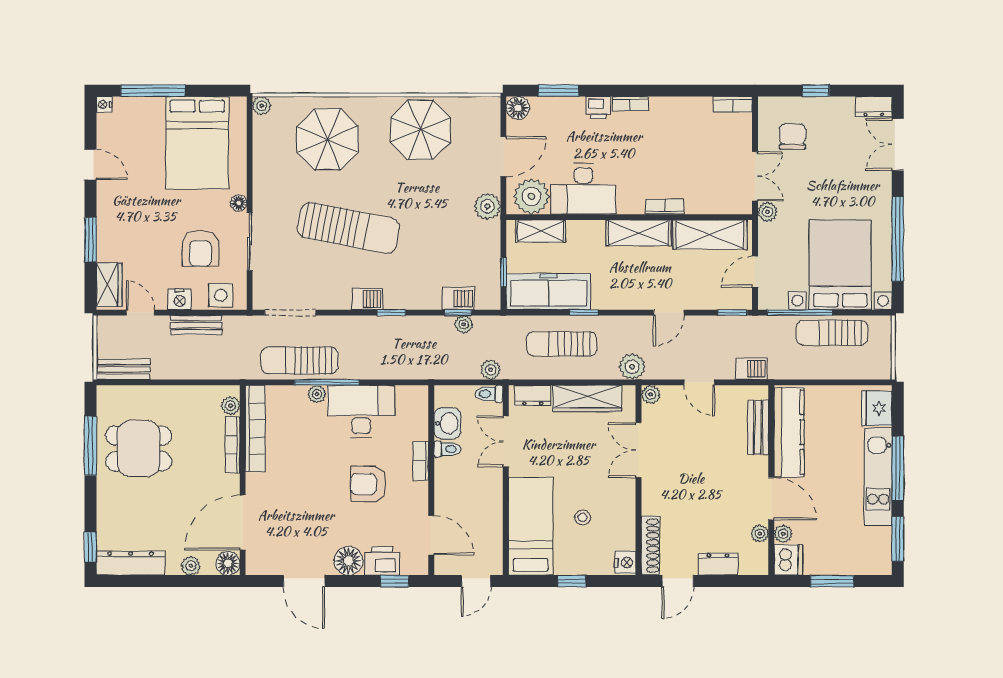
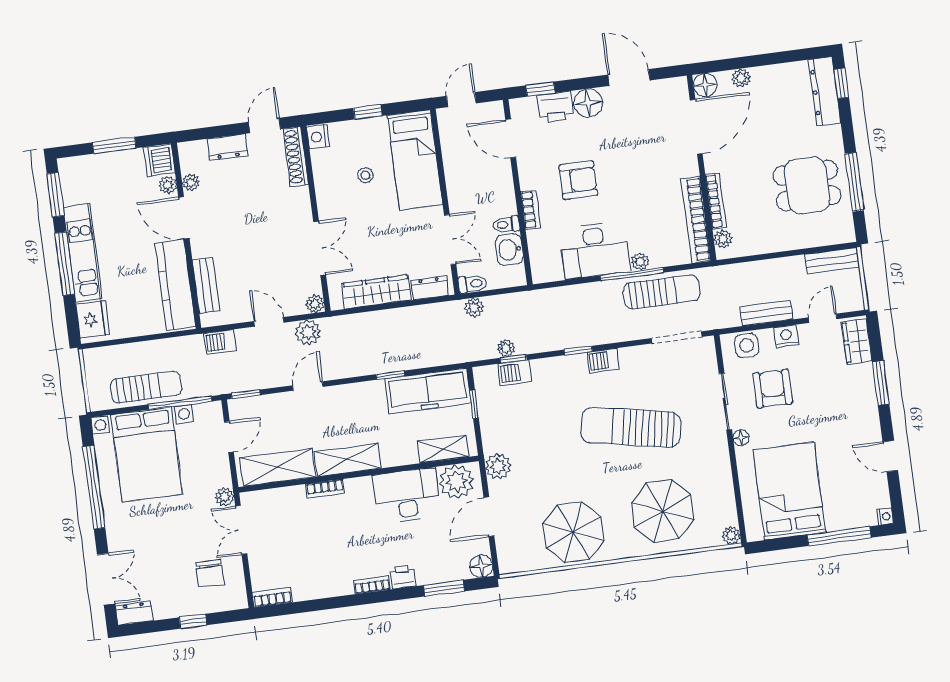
door: (140, 313) -> (823, 318), swing flipped
sun lounger: (562, 344) -> (408, 342), removed
plant: (632, 367) -> (308, 332), moved
dresser: (131, 563) -> (824, 91), moved, turned 90

